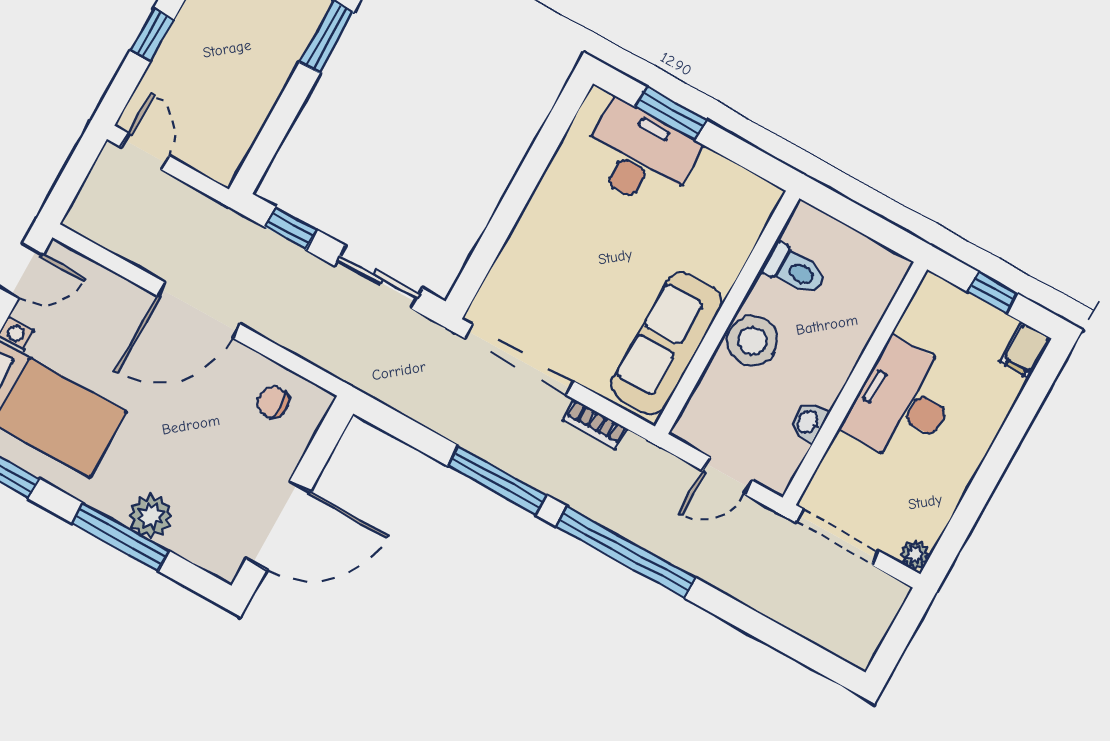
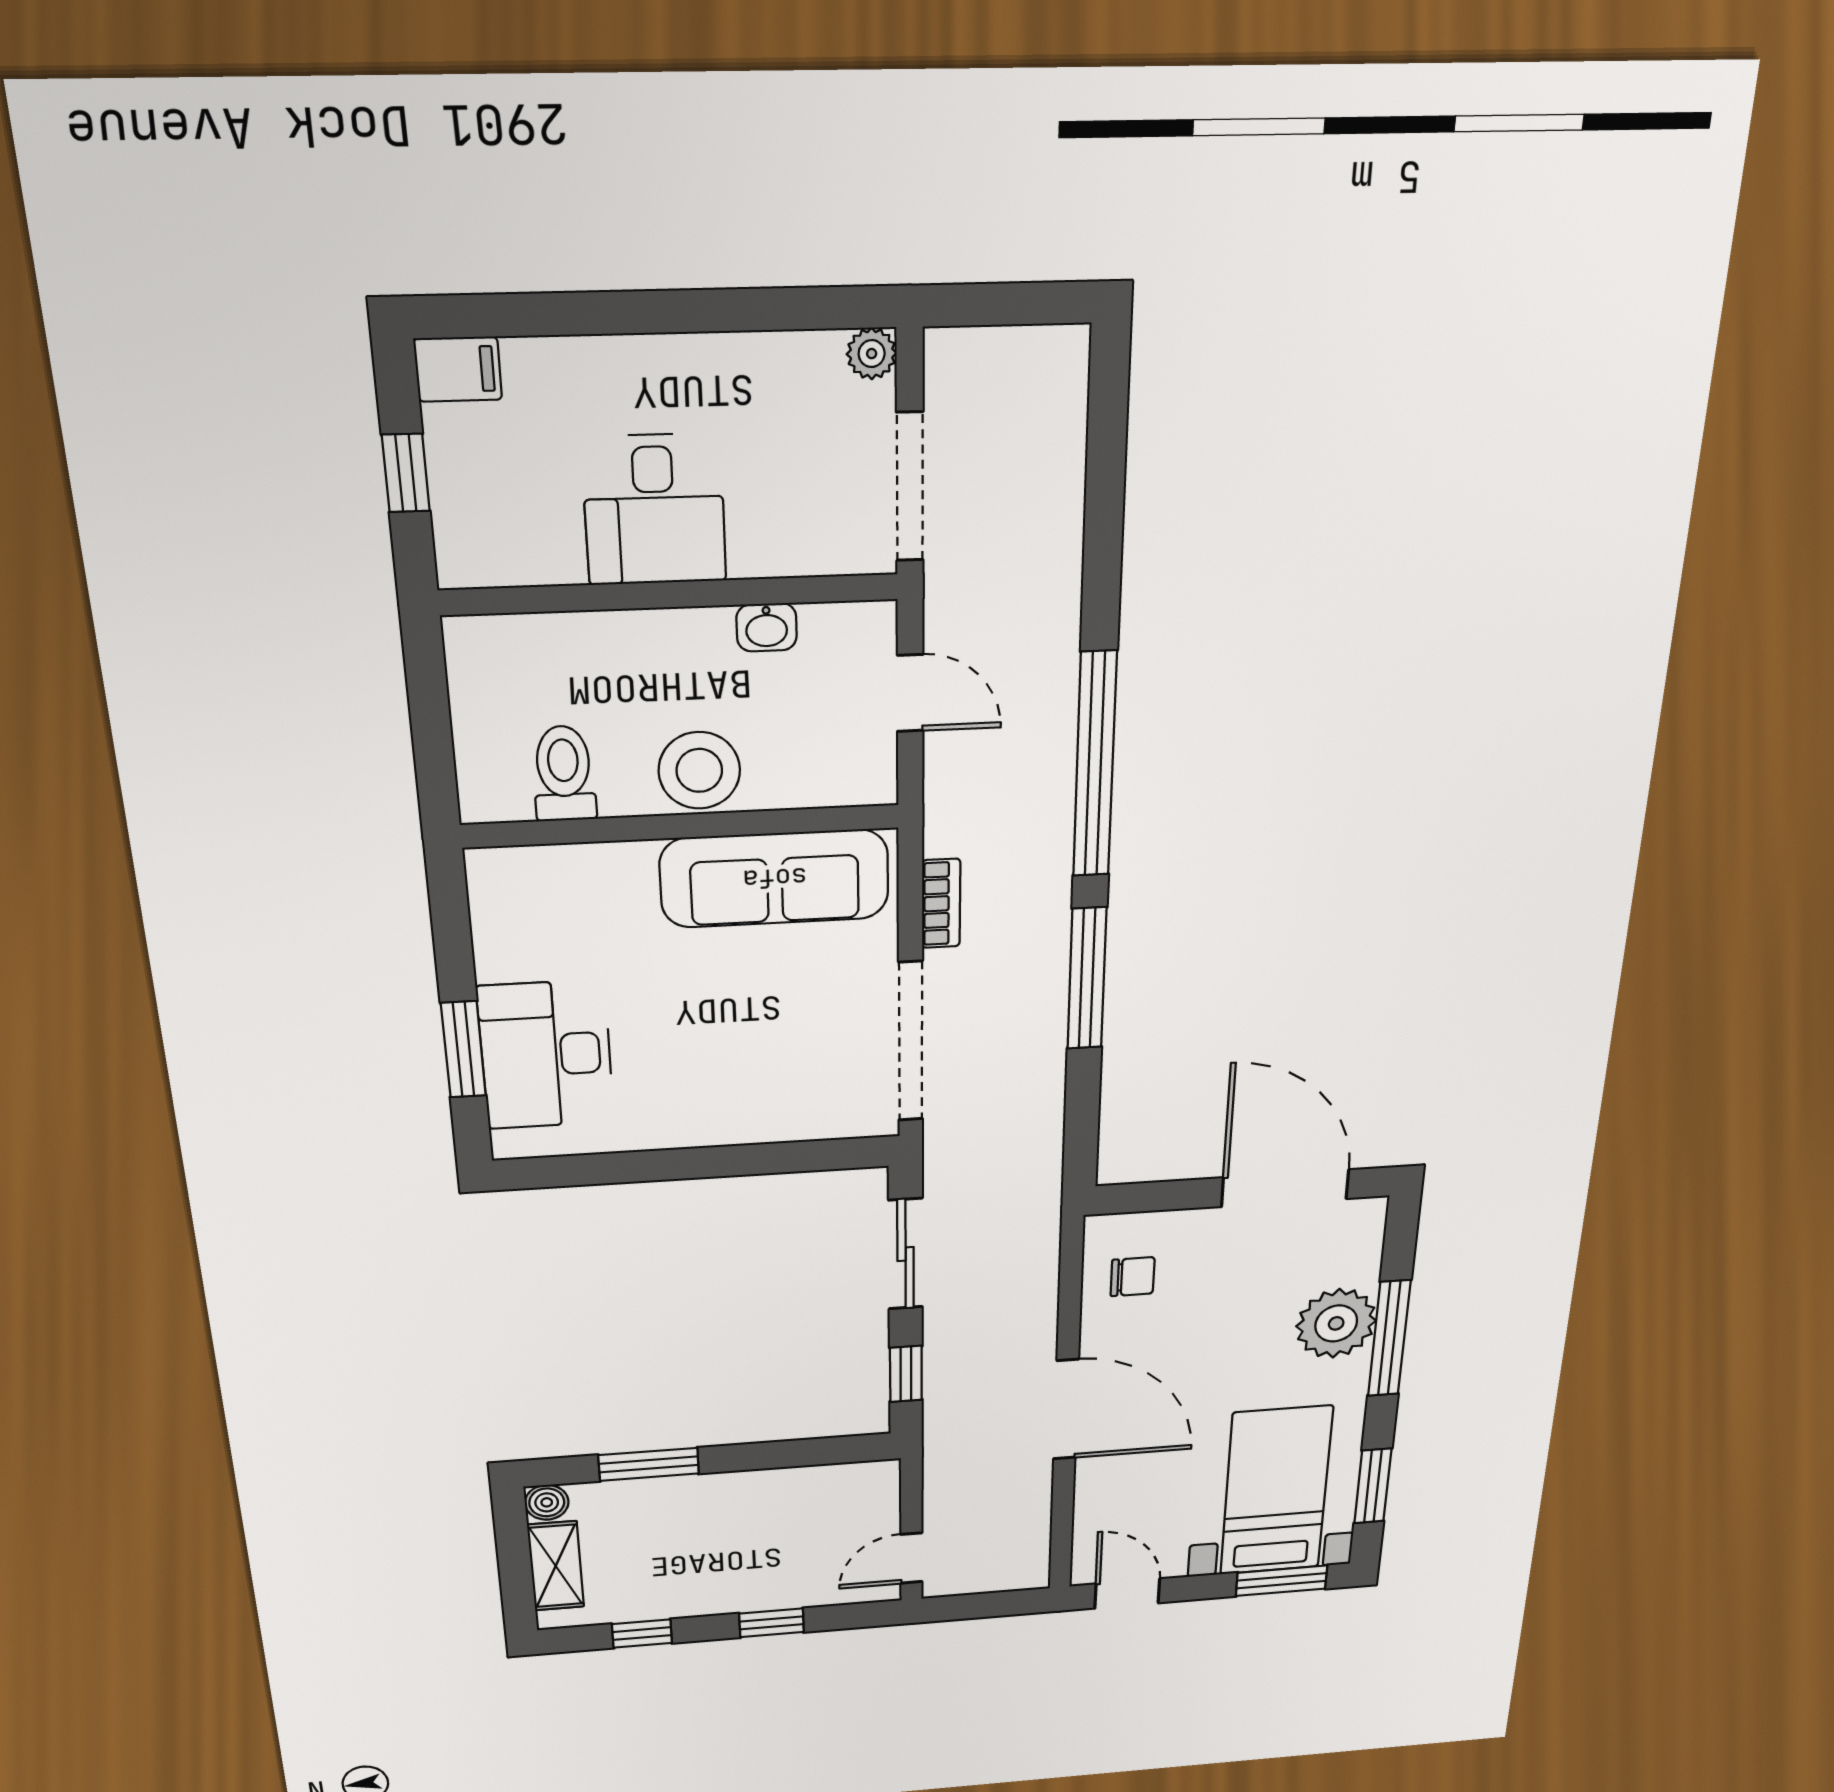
chair: (273, 402) -> (1133, 1277), turned -90
desk: (902, 402) -> (654, 510), width x0.73
plant: (151, 516) -> (1336, 1323), width x1.36, depth x1.36

